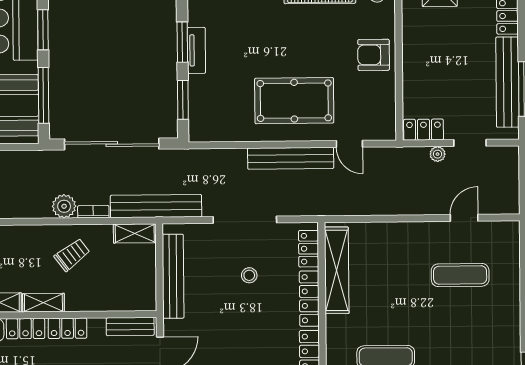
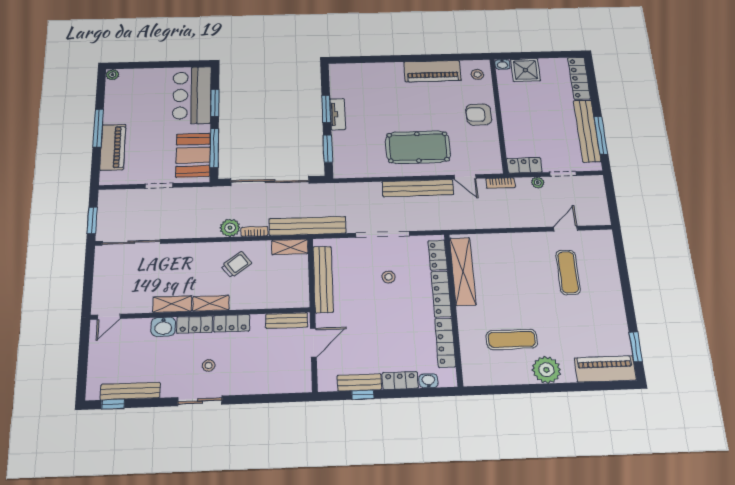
bookcase: (392, 154) -> (501, 183), added
exercise mat: (460, 275) -> (568, 272), turned 90

